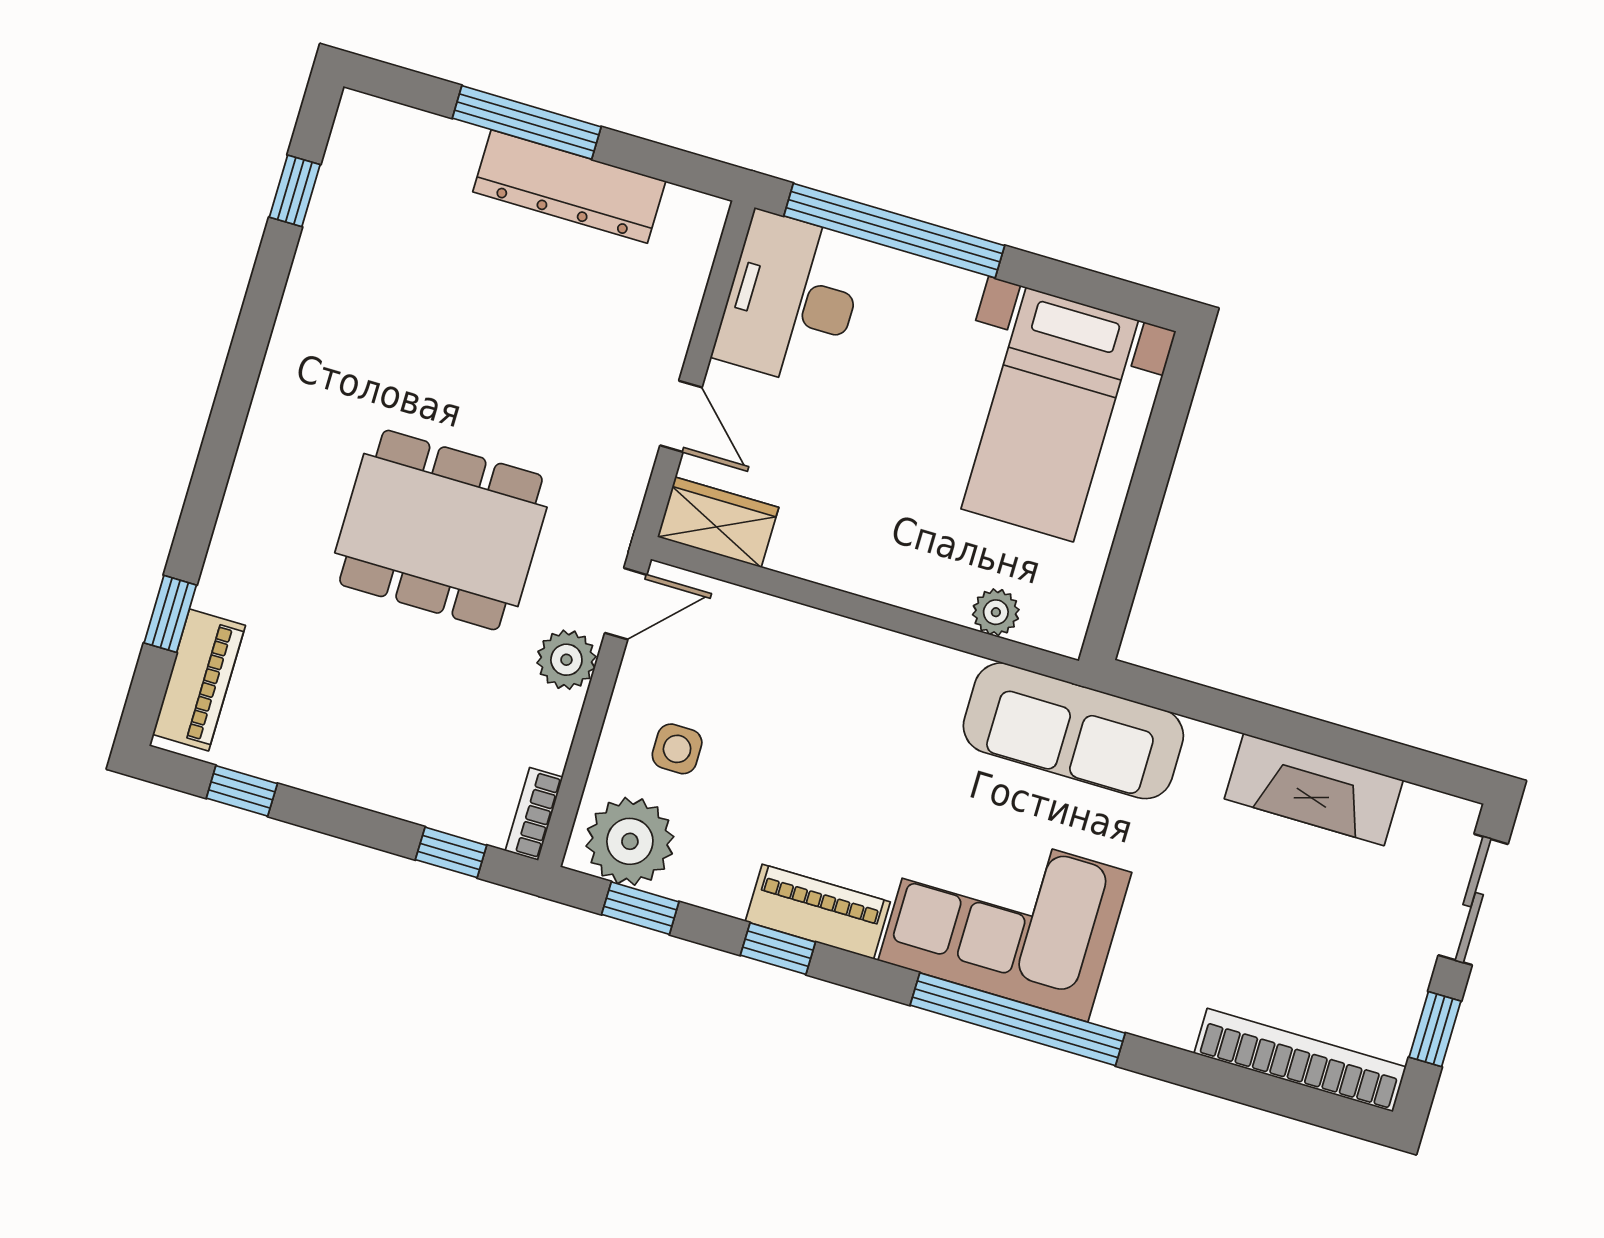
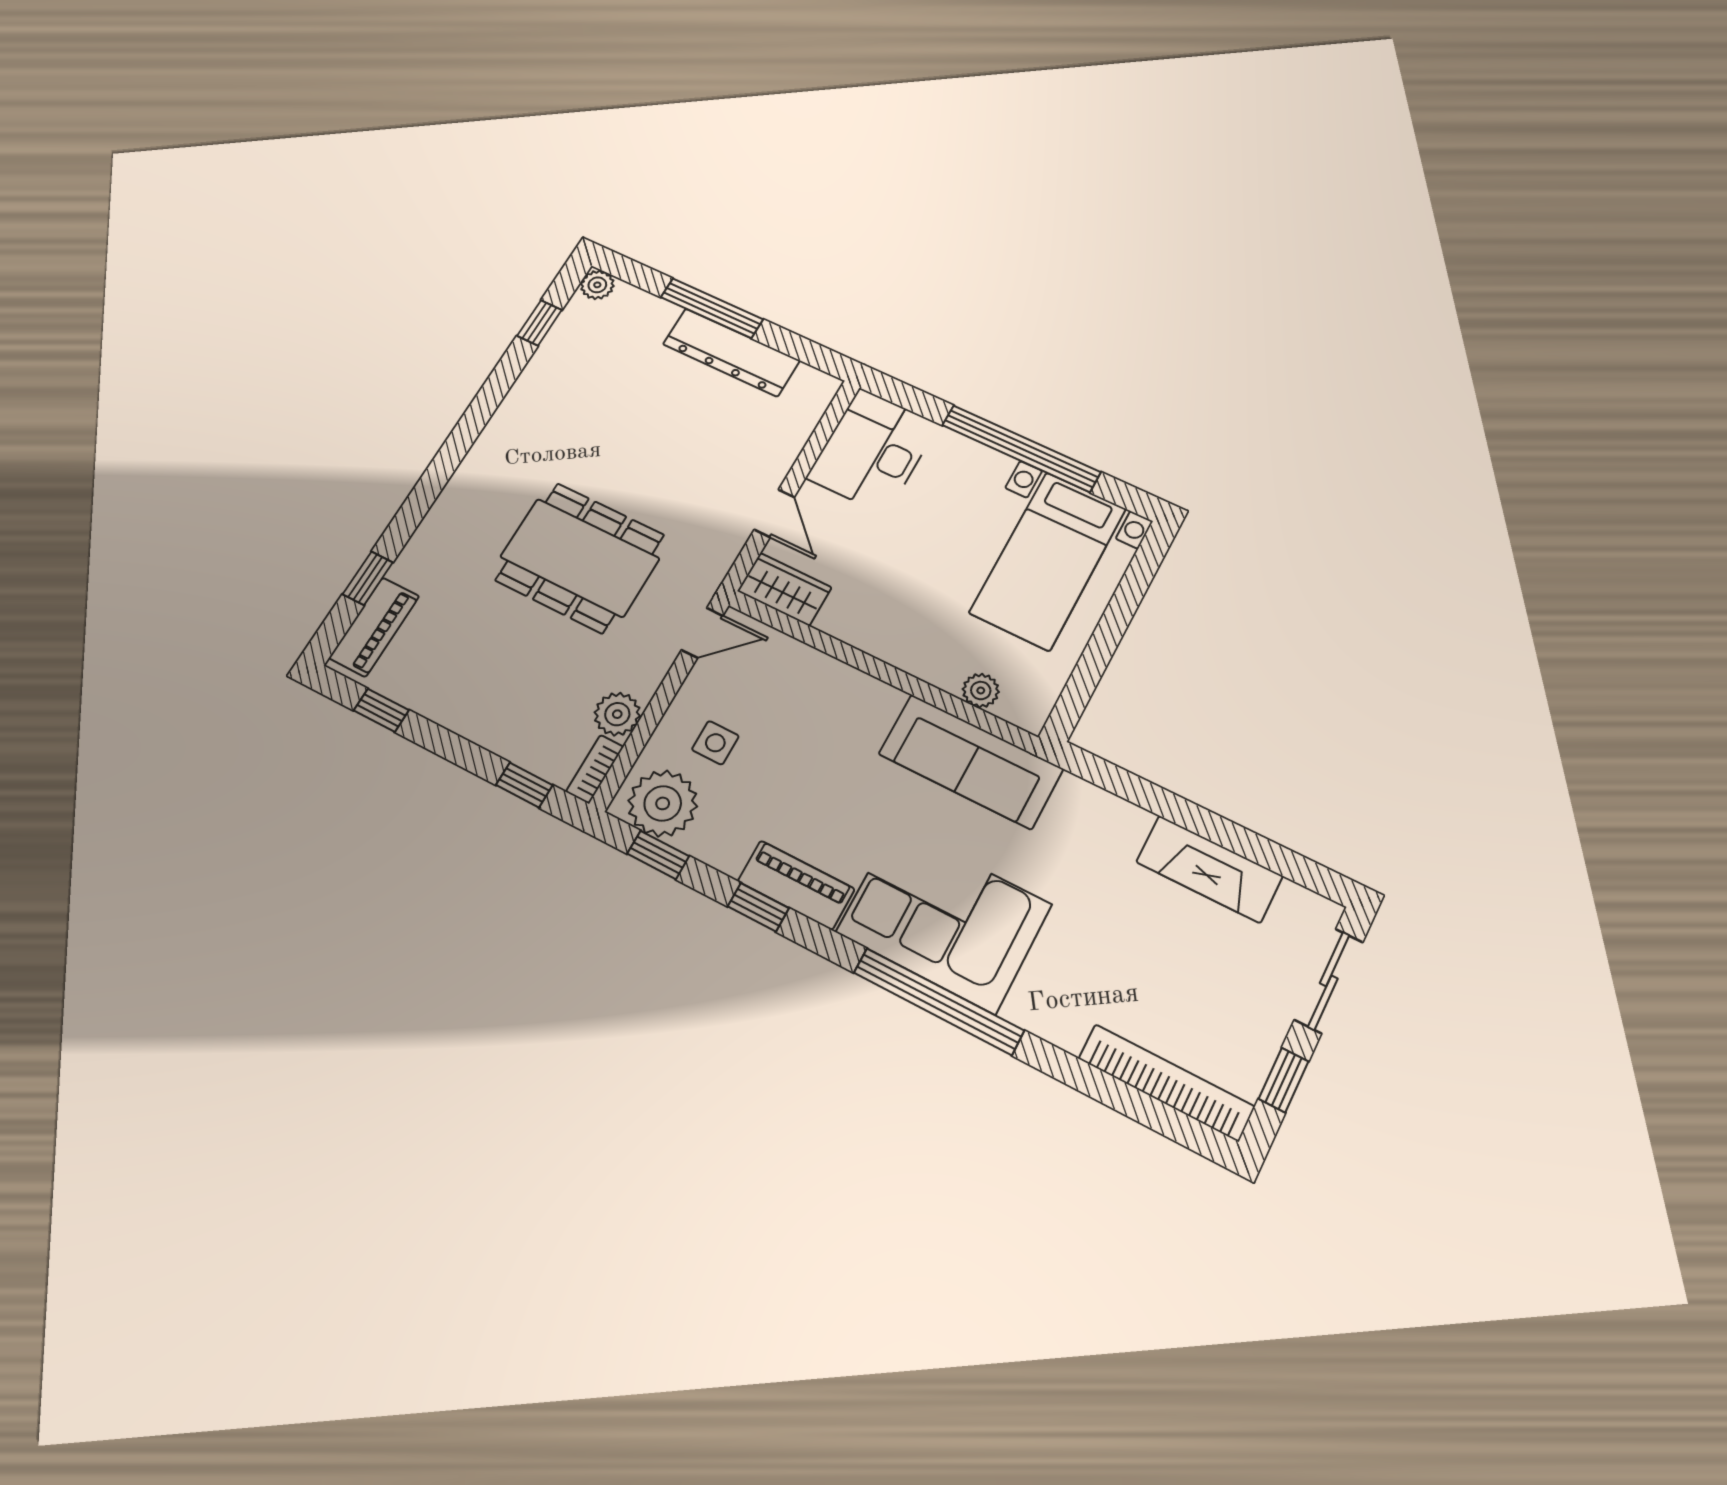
plant: (359, 116) -> (597, 285), added
window: (894, 231) -> (1021, 449), moved
plant: (566, 660) -> (617, 714), moved
sofa: (1073, 731) -> (971, 761), moved

